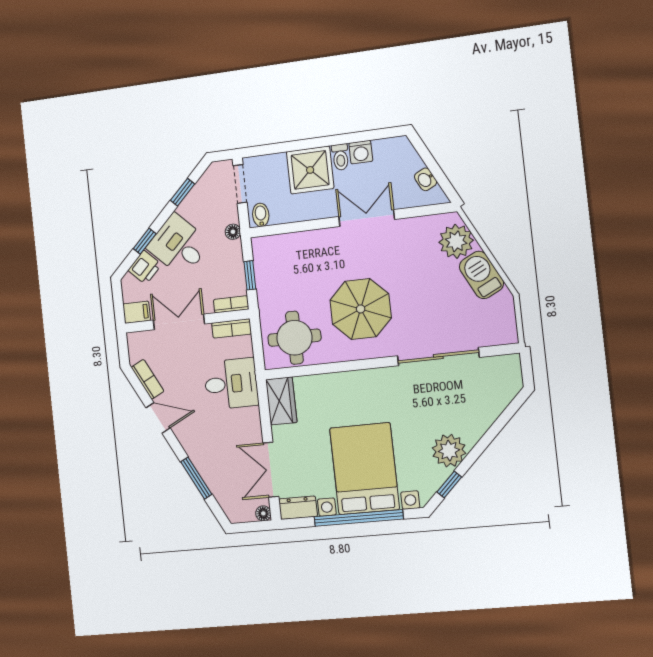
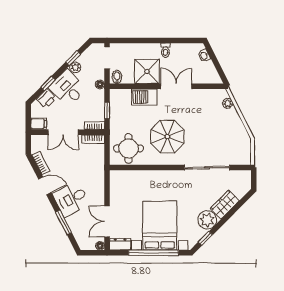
washing machine: (361, 152) -> (177, 49), removed
shower: (310, 170) -> (147, 71), moved
washbasin: (426, 179) -> (204, 56), moved
plant: (188, 208) -> (75, 67), added
plant: (456, 241) -> (228, 103), width x0.53, depth x0.53
barbecue: (481, 275) -> (144, 97), moved, turned -63
double door: (179, 322) -> (63, 132), swing flipped
desk: (231, 384) -> (71, 199), moved, turned 153
wardrobe: (281, 401) -> (225, 205), moved, turned -135

